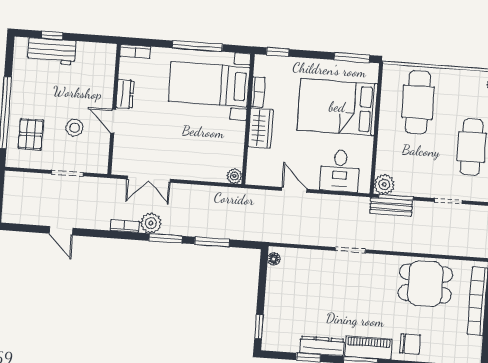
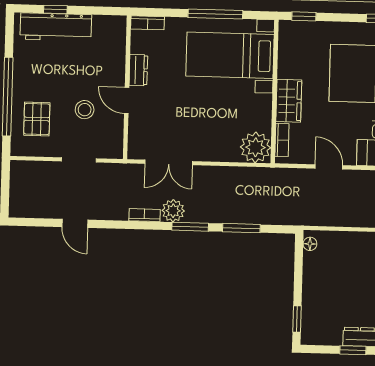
workbench: (52, 51) -> (56, 27), width x1.38
bookcase: (258, 92) -> (282, 140), moved
plant: (234, 176) -> (256, 147), width x1.88, depth x1.88

